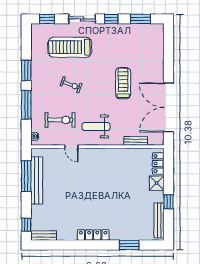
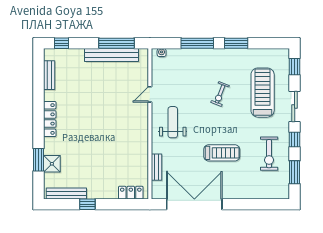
exercise bike: (60, 120) -> (269, 154), moved
shower: (157, 183) -> (52, 164), moved
bench: (44, 236) -> (49, 75), moved

